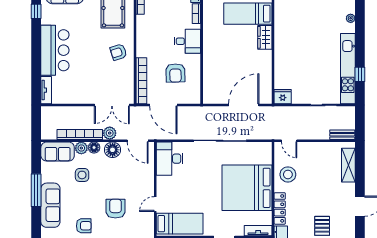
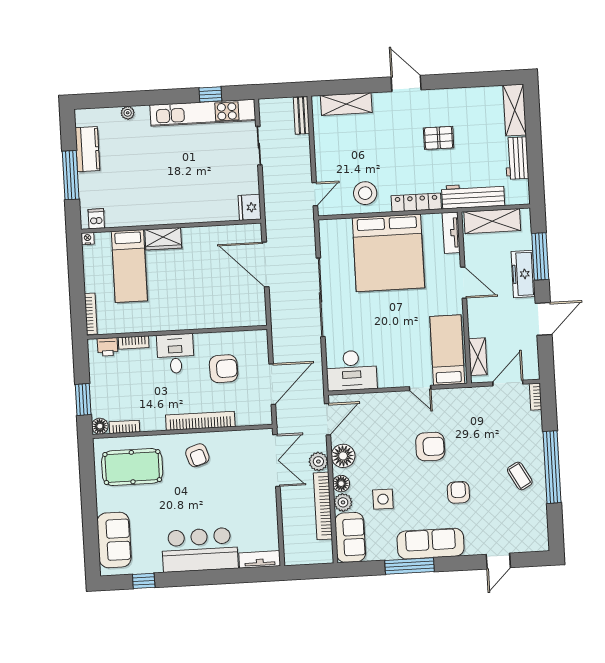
bookcase: (141, 81) -> (200, 421), moved
armchair: (115, 209) -> (430, 447), turned 180

